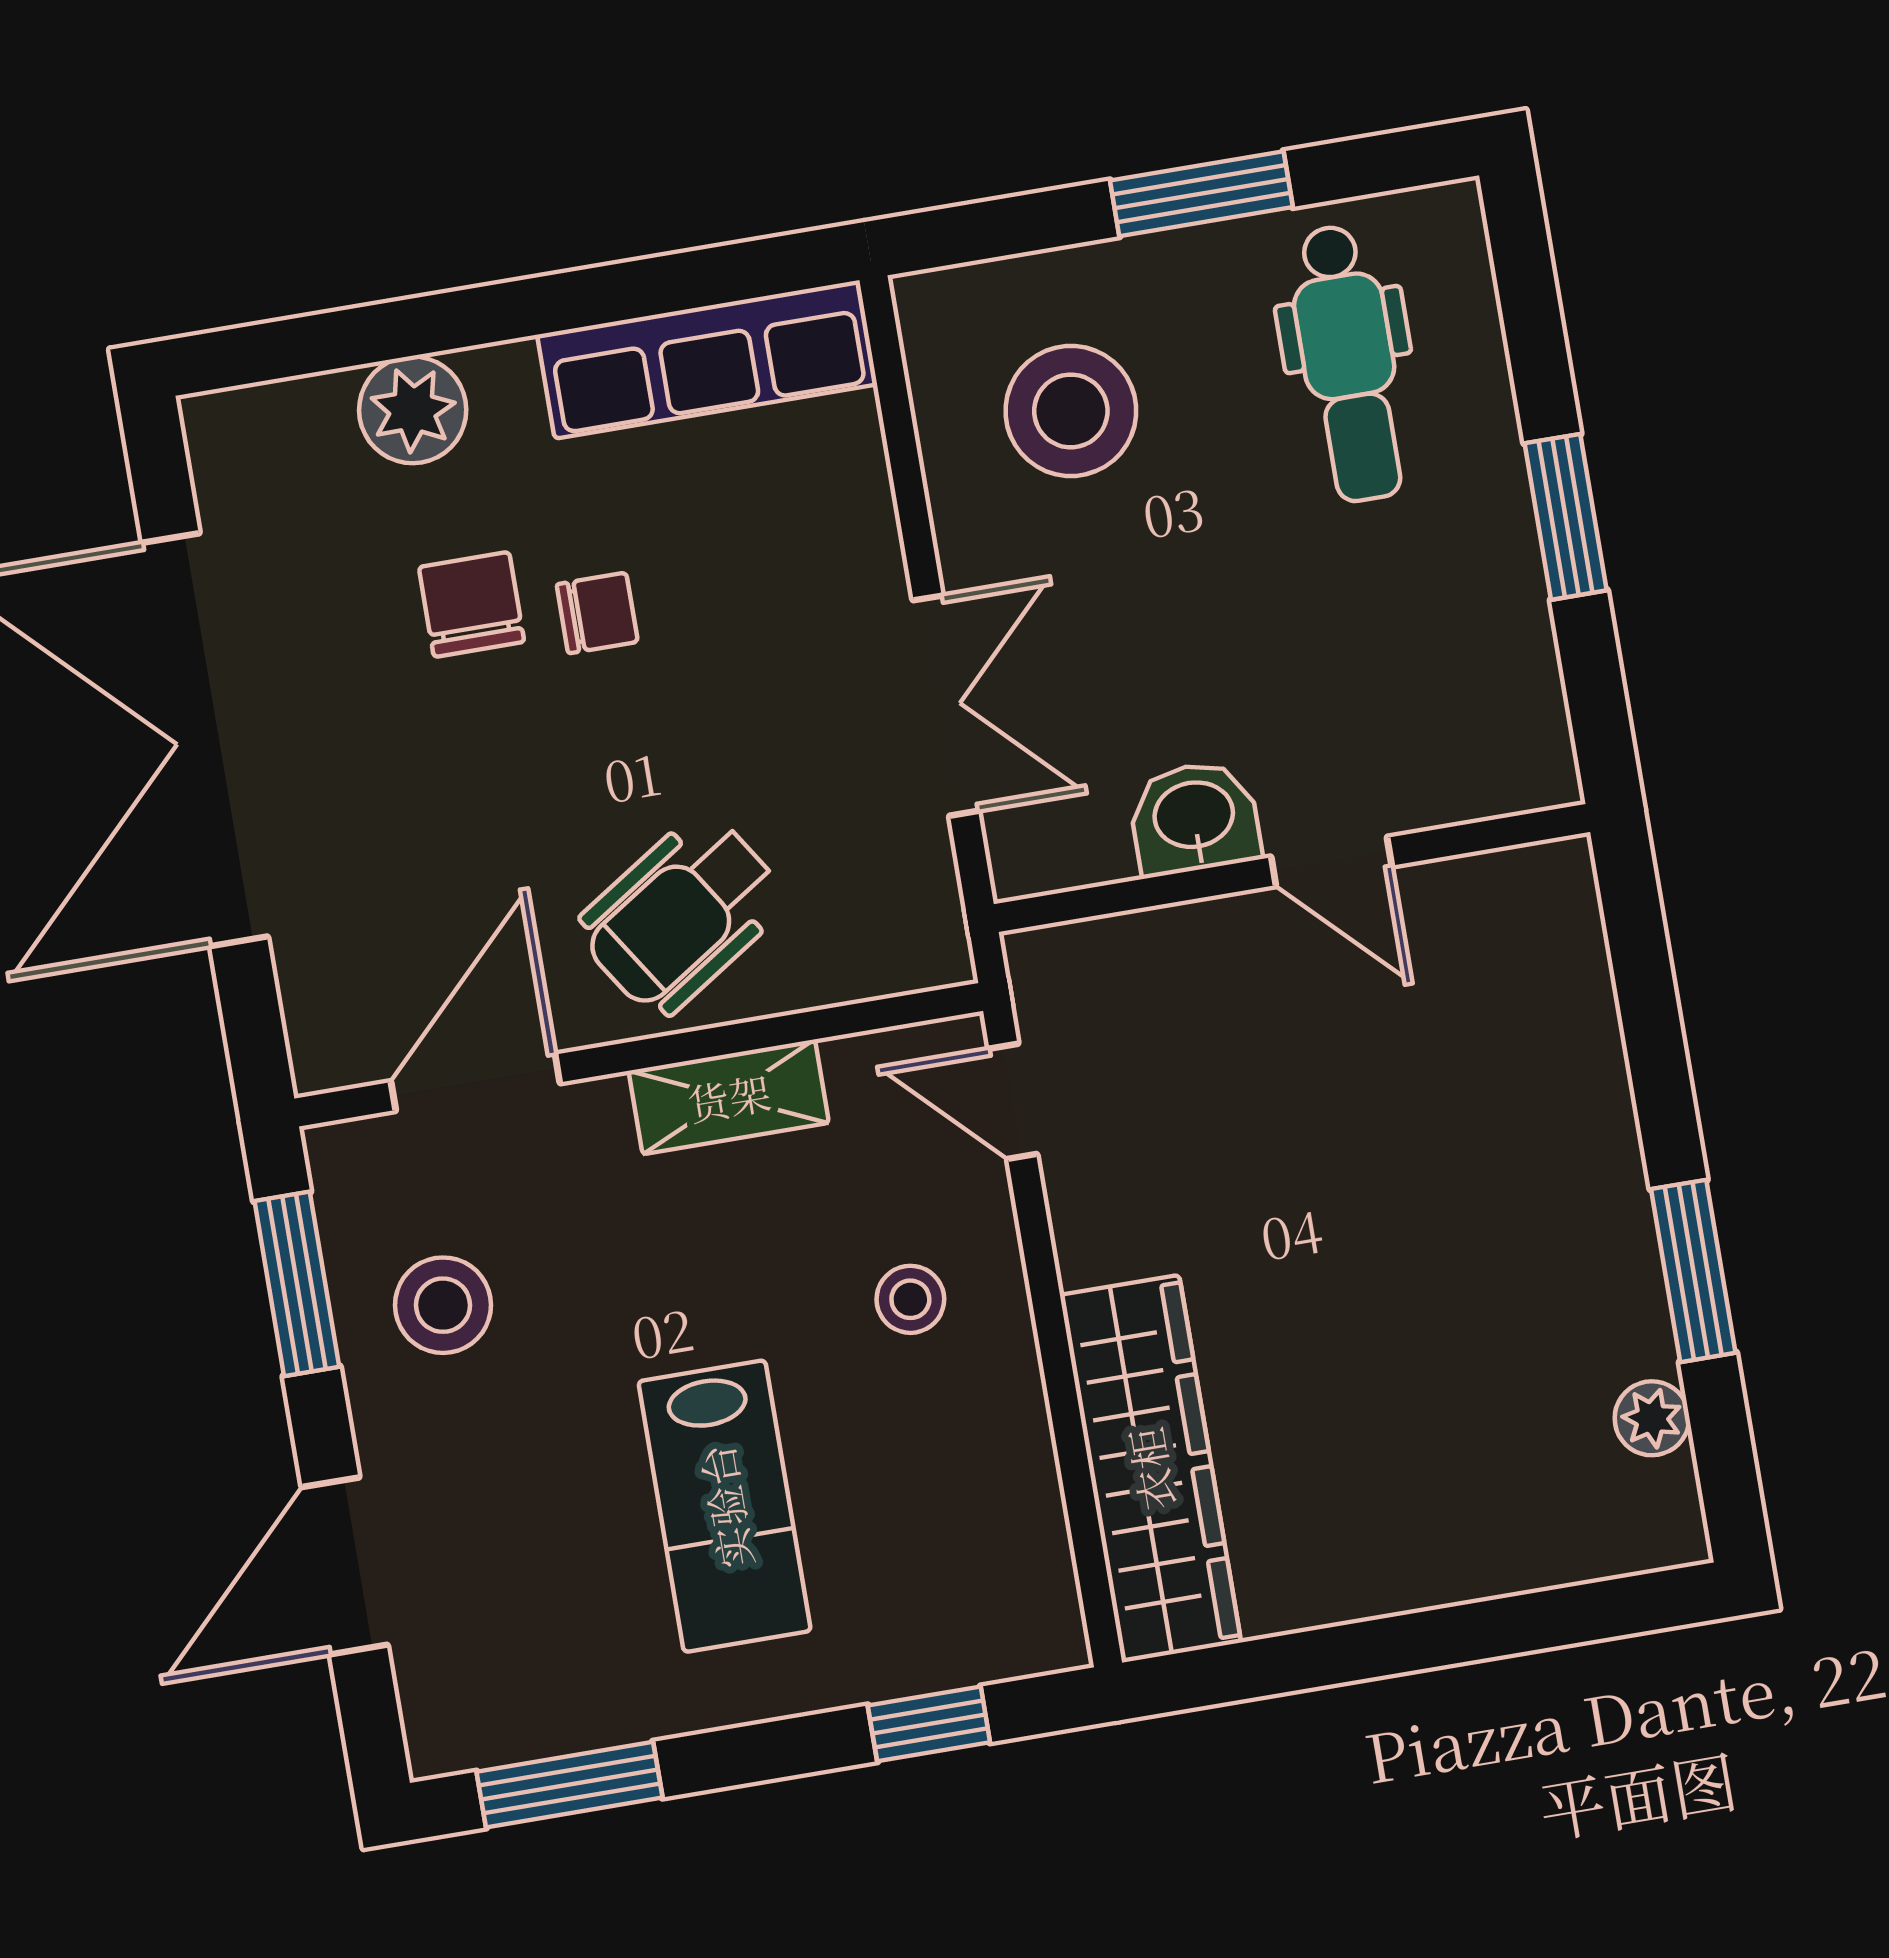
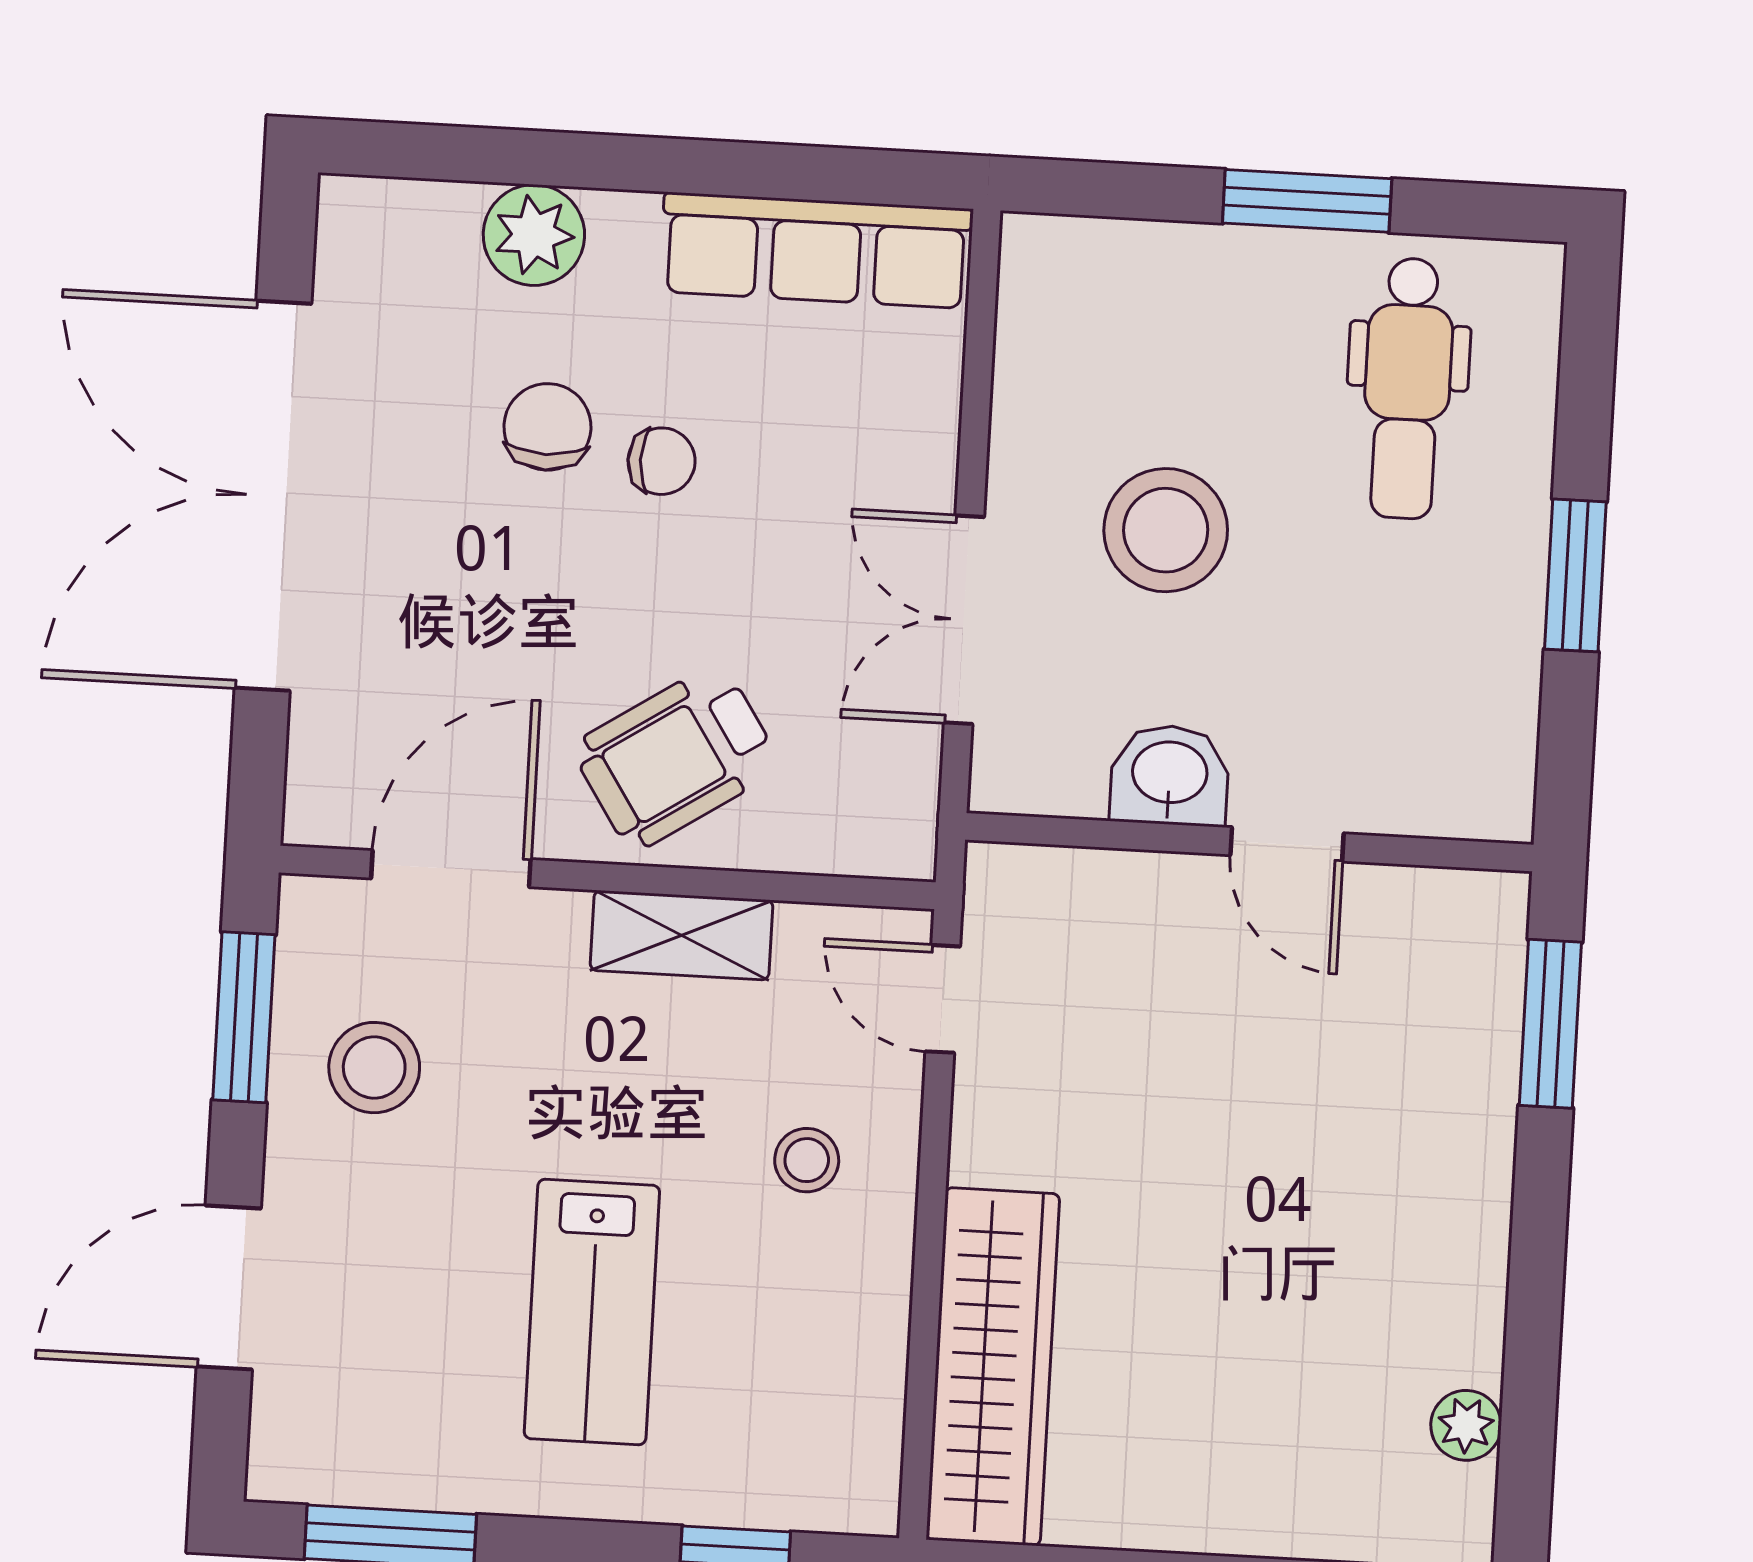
stool: (1071, 411) -> (1166, 530), moved
double door: (946, 706) -> (964, 620), swing flipped
window: (1693, 1271) -> (1550, 1024), moved

